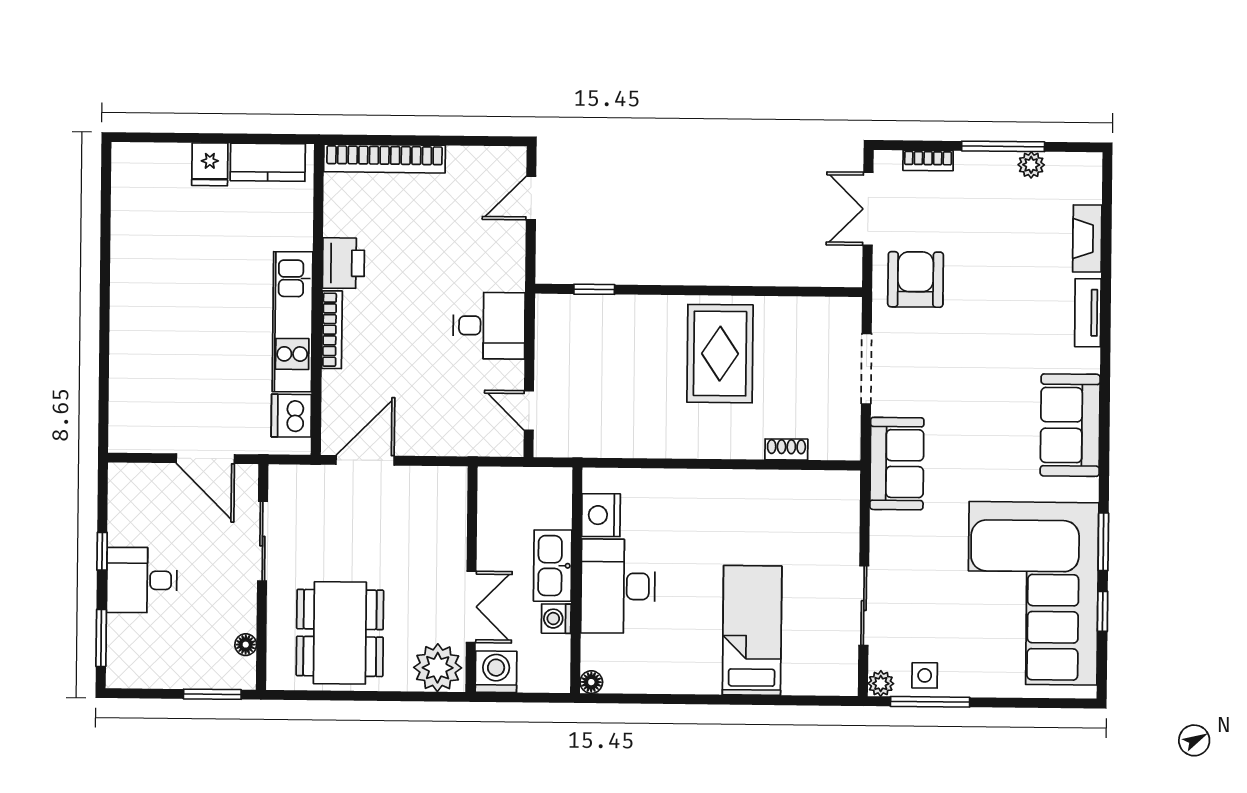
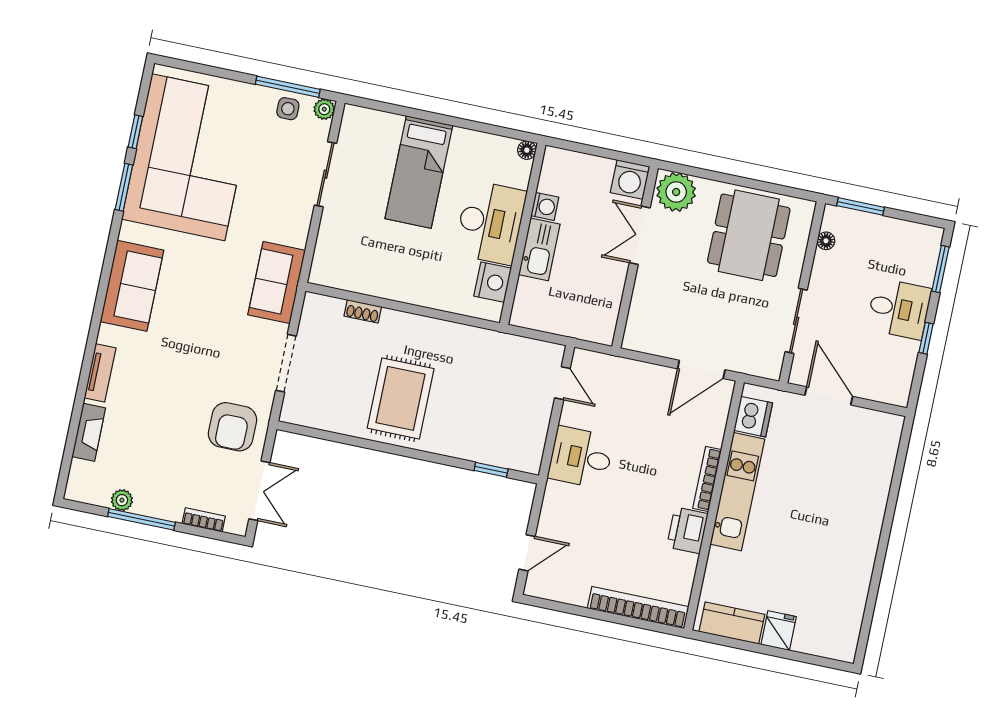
nightstand: (601, 515) -> (493, 282), moved
kitchen sink: (553, 566) -> (539, 249), moved
wall: (576, 580) -> (523, 234), moved
desk: (618, 586) -> (490, 223), moved
washing machine: (556, 619) -> (545, 206), moved
floor lamp: (591, 682) -> (527, 150), moved

